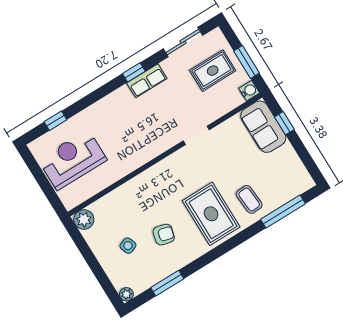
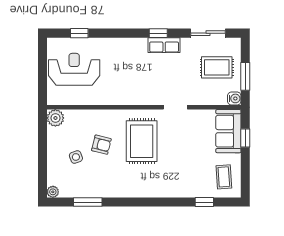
coffee table: (249, 199) -> (224, 177), moved
window: (283, 212) -> (204, 202), width x0.46
rug: (211, 214) -> (142, 141), moved
armchair: (164, 235) -> (101, 145), moved

